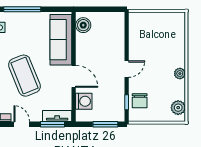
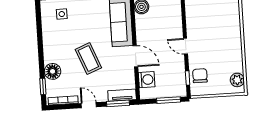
door: (127, 69) -> (186, 46), swing flipped
plant: (180, 74) -> (237, 47), removed
coffee table: (24, 76) -> (88, 59), width x0.73, depth x0.76
chair: (140, 101) -> (200, 76), turned 180

